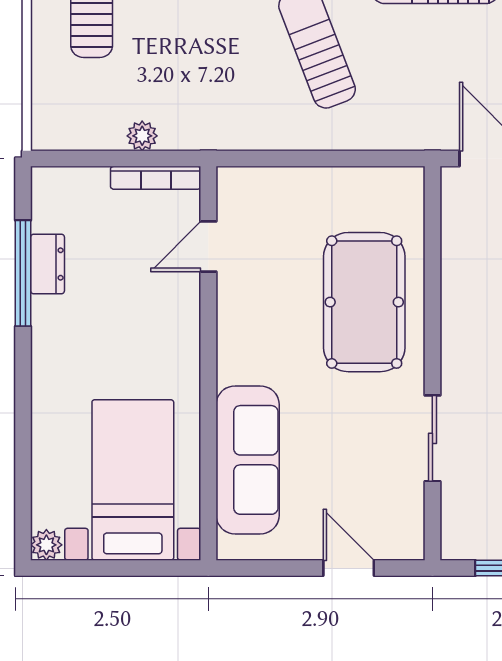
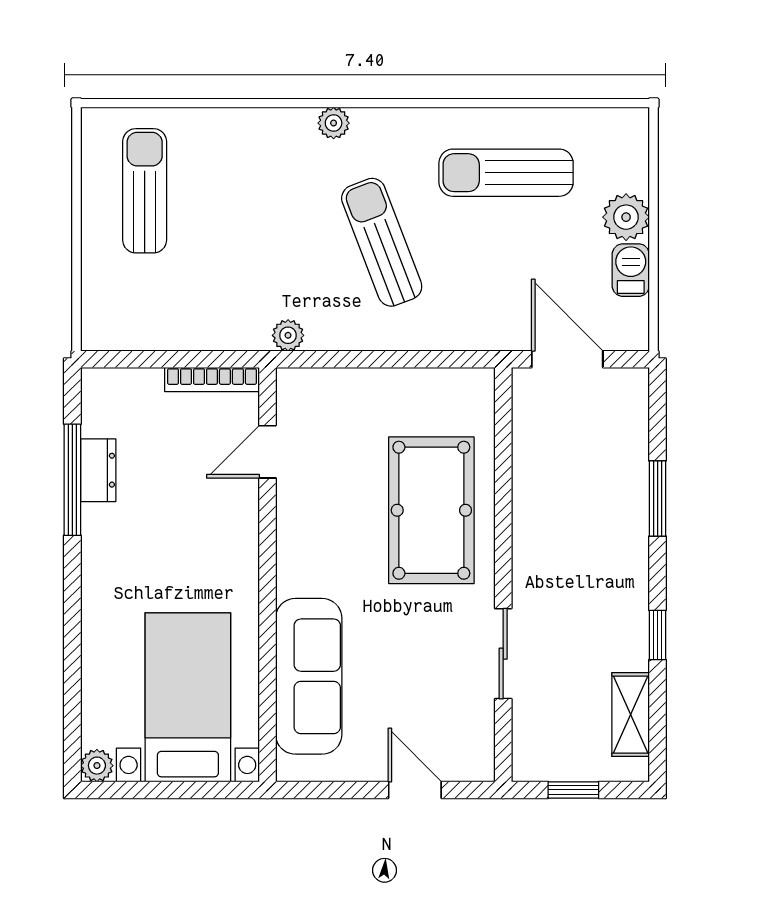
plant: (142, 136) -> (288, 335), moved

